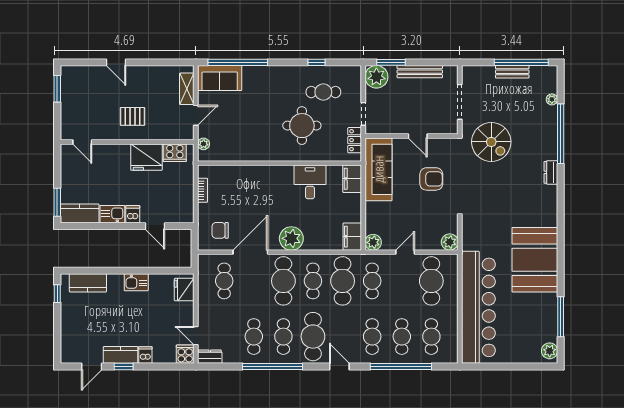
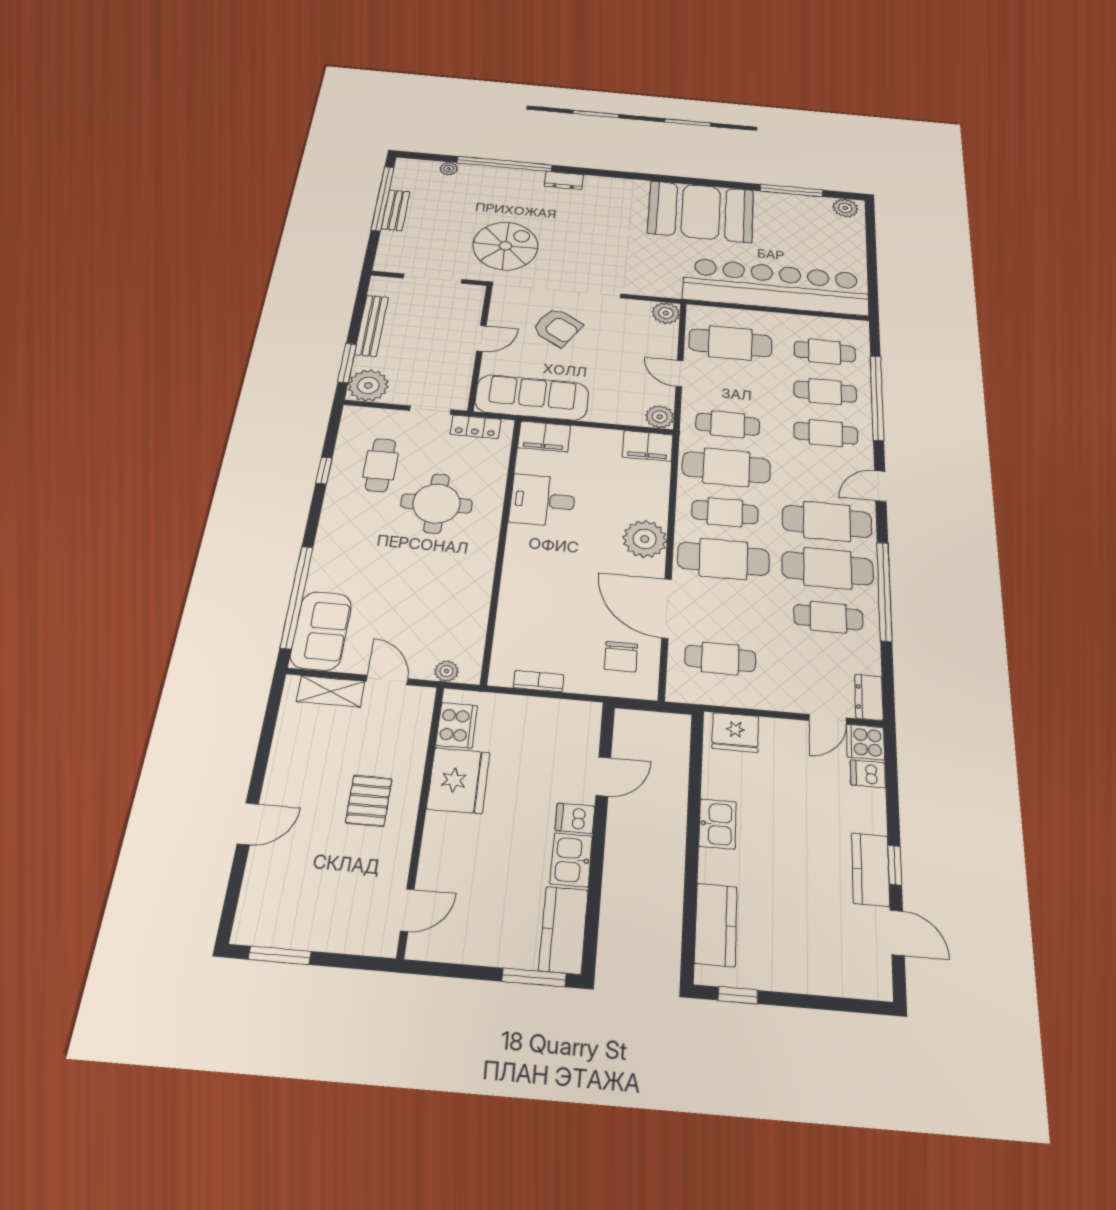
armchair: (431, 179) -> (557, 327), turned 122
cafe table: (283, 337) -> (828, 568), width x1.37, depth x1.35
dishwasher: (145, 355) -> (868, 774), moved

